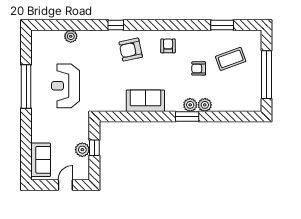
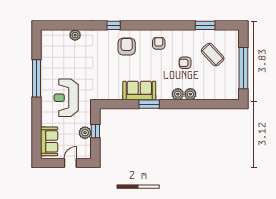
armchair: (131, 50) -> (127, 47), turned 102
coffee table: (231, 59) -> (213, 55), turned 67
reception desk: (66, 86) -> (66, 98), moved
window: (187, 117) -> (149, 104), moved

